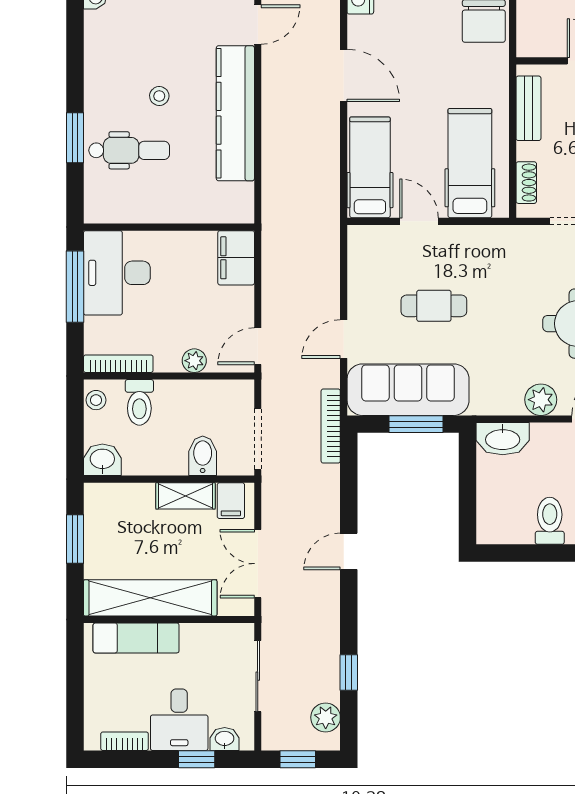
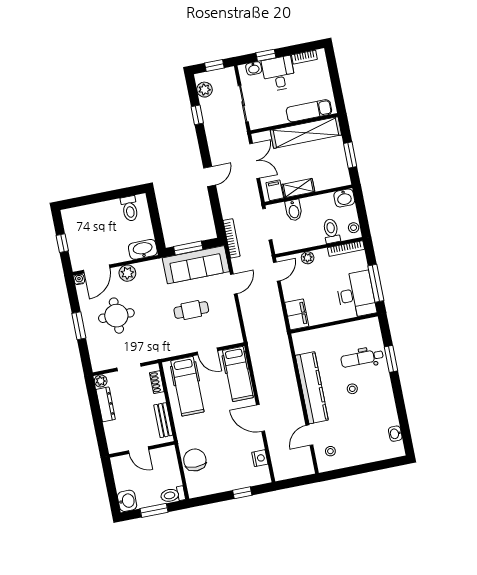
toilet: (550, 521) -> (130, 209), moved

